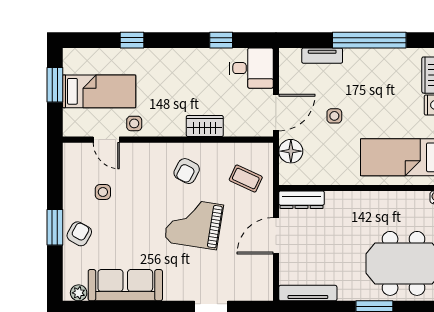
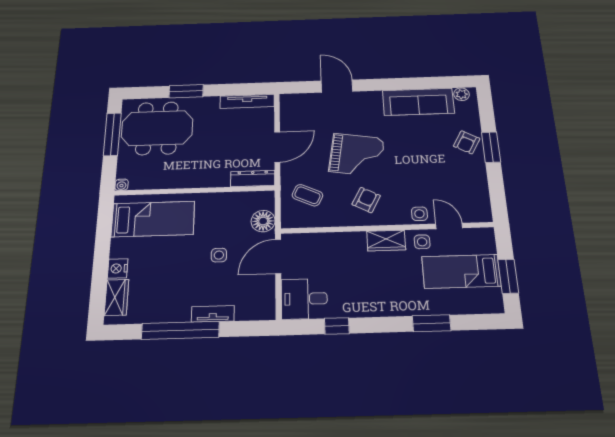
window: (132, 40) -> (432, 323), width x1.50
tv unit: (322, 56) -> (213, 314), moved
wardrobe: (205, 126) -> (386, 240), moved
side table: (103, 192) -> (419, 214), moved

